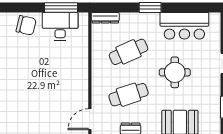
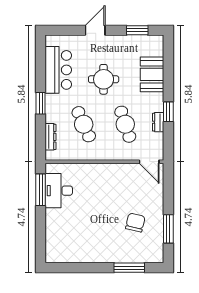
dresser: (105, 18) -> (50, 137), moved
chair: (26, 25) -> (135, 223), moved

